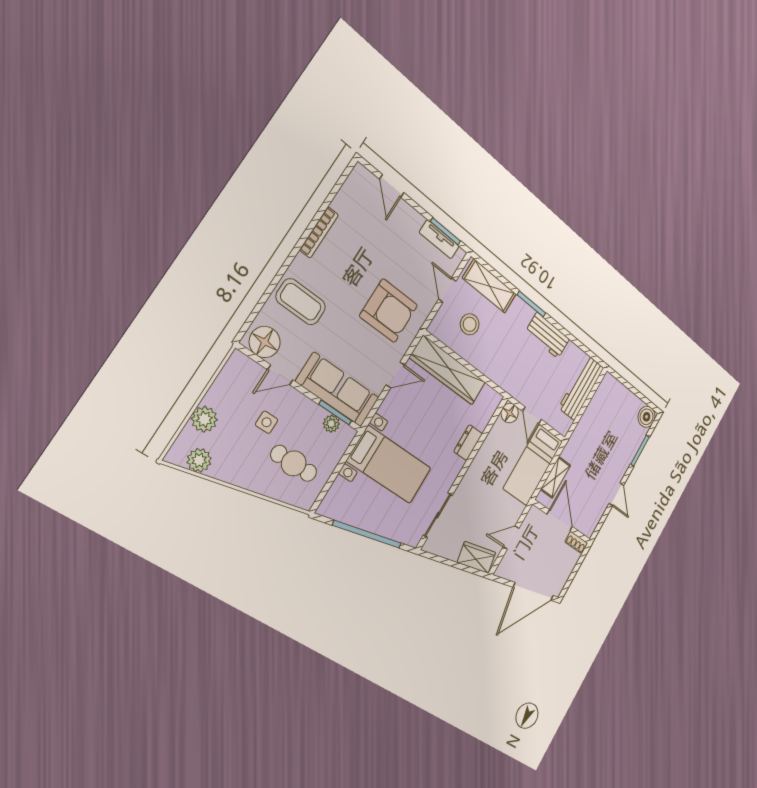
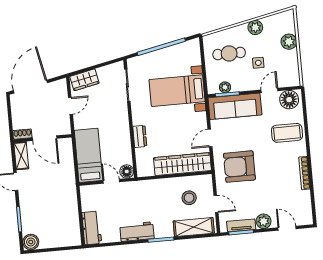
plant: (412, 220) -> (264, 221), added
workbench: (581, 388) -> (92, 228), width x0.73
plant: (199, 460) -> (255, 27), moved
shelving: (556, 477) -> (21, 156), moved

